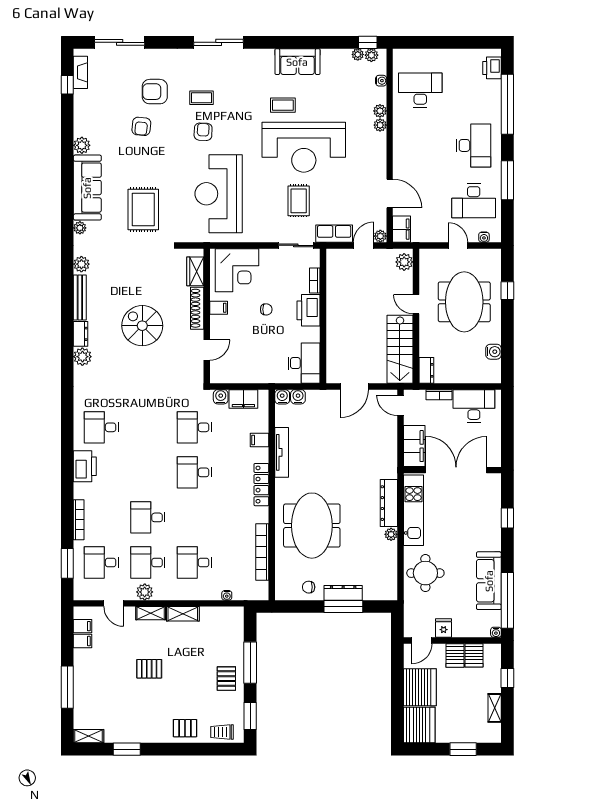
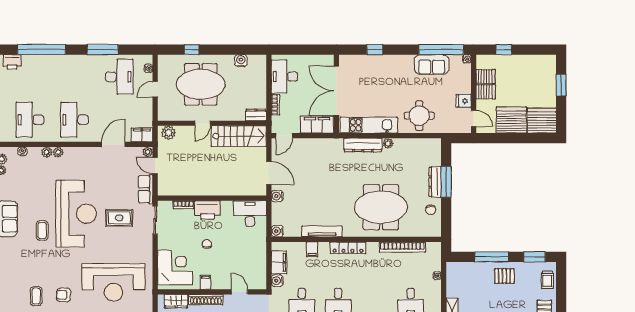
desk: (474, 145) -> (75, 120), moved, turned -90
water cooler: (298, 397) -> (277, 196), moved
sofa: (489, 581) -> (432, 64), width x0.73
shelving: (495, 708) -> (528, 60), removed

